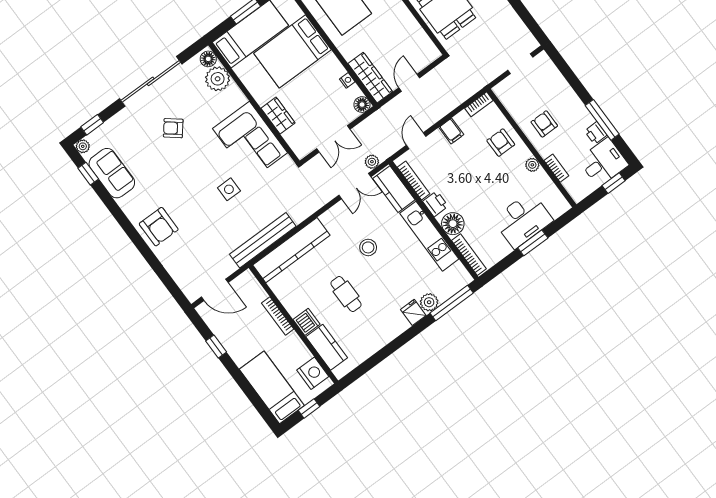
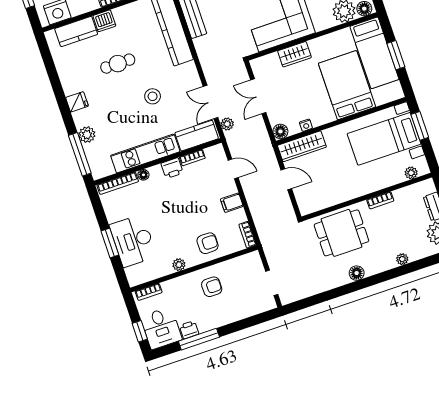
bookcase: (556, 168) -> (149, 292), moved
bookcase: (414, 180) -> (192, 158), width x0.64
floor lamp: (453, 224) -> (143, 175), width x0.53, depth x0.53
fridge: (413, 312) -> (77, 102), moved

